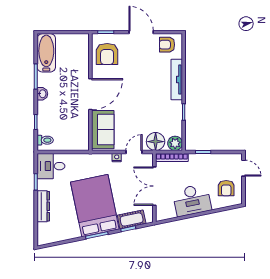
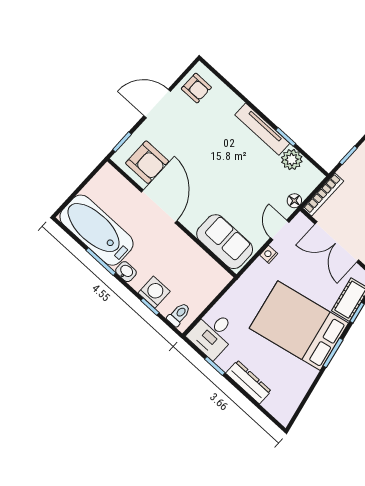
armchair: (167, 45) -> (196, 88), turned -90
bathtub: (46, 53) -> (96, 230), width x1.36, depth x1.36
tv unit: (177, 80) -> (262, 129), moved
door: (90, 94) -> (159, 206), moved
washing machine: (45, 117) -> (154, 292), added
floor lamp: (156, 142) -> (294, 201), width x0.53, depth x0.53
plant: (175, 143) -> (292, 160), moved

